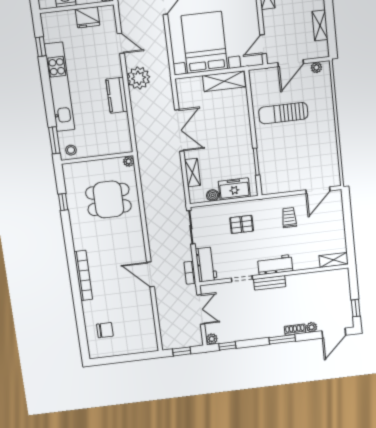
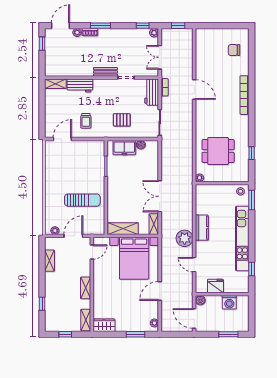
shelving: (192, 173) -> (154, 224), moved
workbench: (275, 265) -> (80, 86), moved

